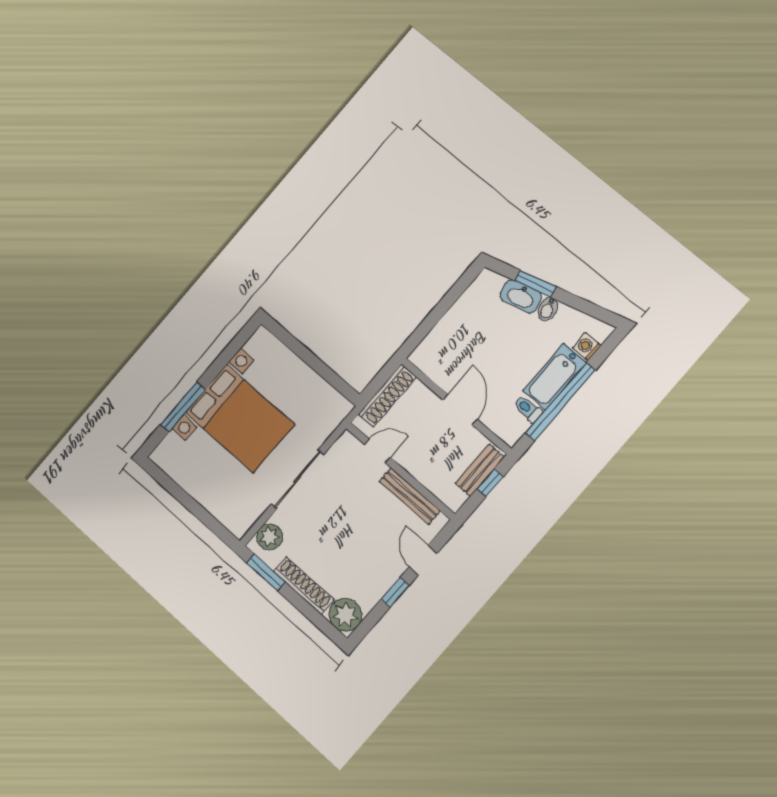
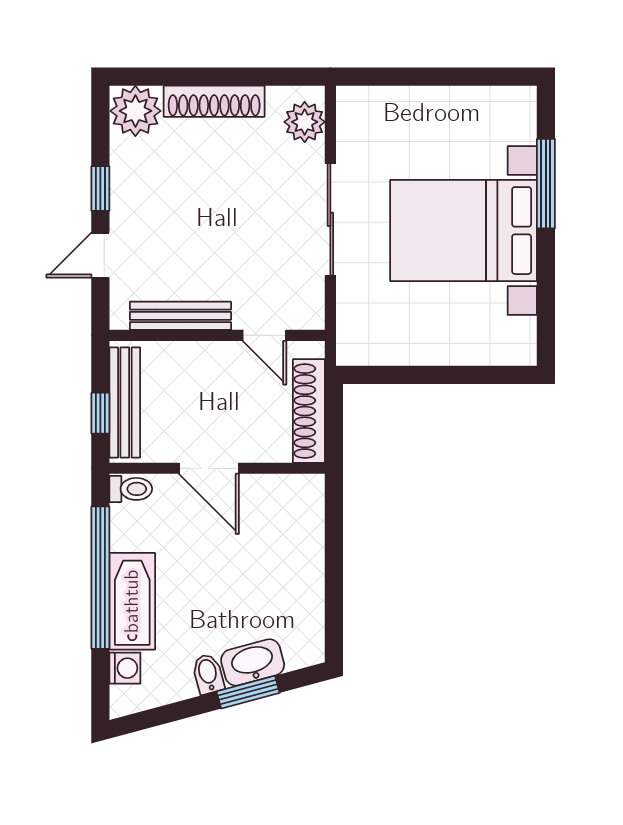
toilet: (528, 409) -> (131, 489), moved
door: (377, 451) -> (264, 335), hinge flipped
bench: (480, 470) -> (125, 402), width x1.36
door: (423, 560) -> (100, 255), swing flipped
window: (266, 572) -> (272, 77), removed

